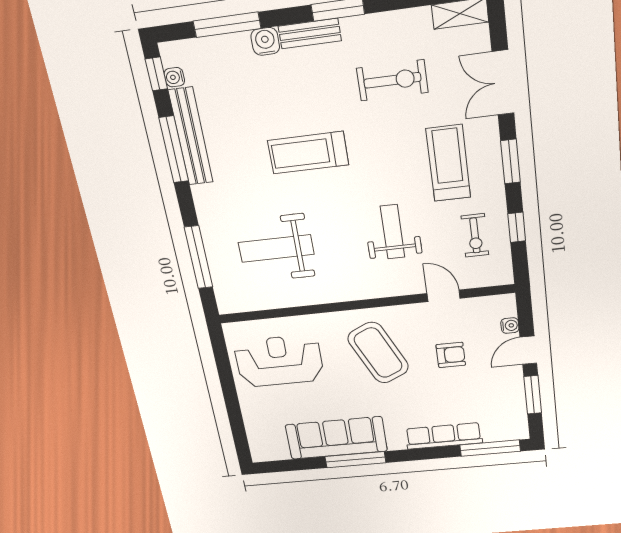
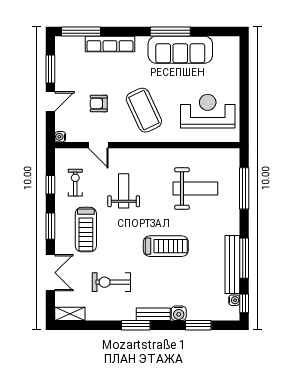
window: (227, 25) -> (198, 325), width x0.69
weight bench: (393, 232) -> (124, 191), turned 180
water cooler: (510, 326) -> (60, 137), moved
reception desk: (279, 361) -> (208, 111), turned 180

